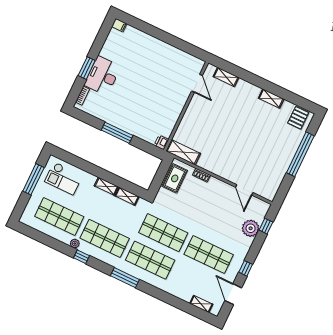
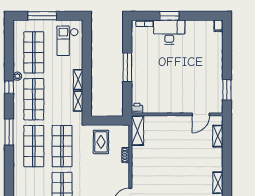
window: (185, 47) -> (227, 90), added
rug: (175, 178) -> (101, 142), moved, turned 90
window: (33, 179) -> (42, 16), moved

